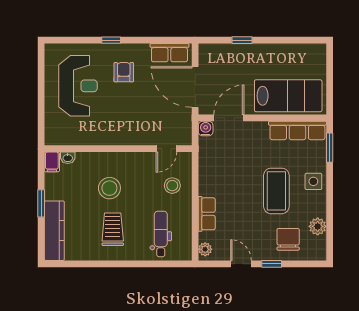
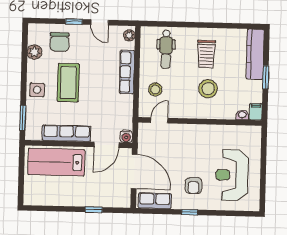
window: (111, 40) -> (190, 212), moved
row of seats: (297, 131) -> (66, 133), moved
row of seats: (207, 214) -> (127, 72), width x1.48

